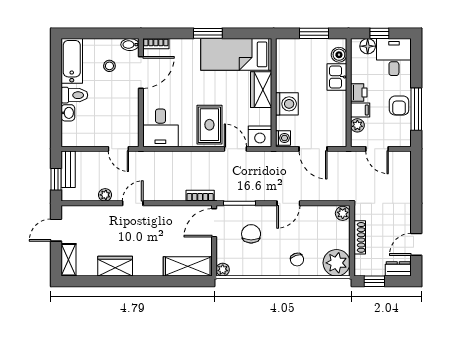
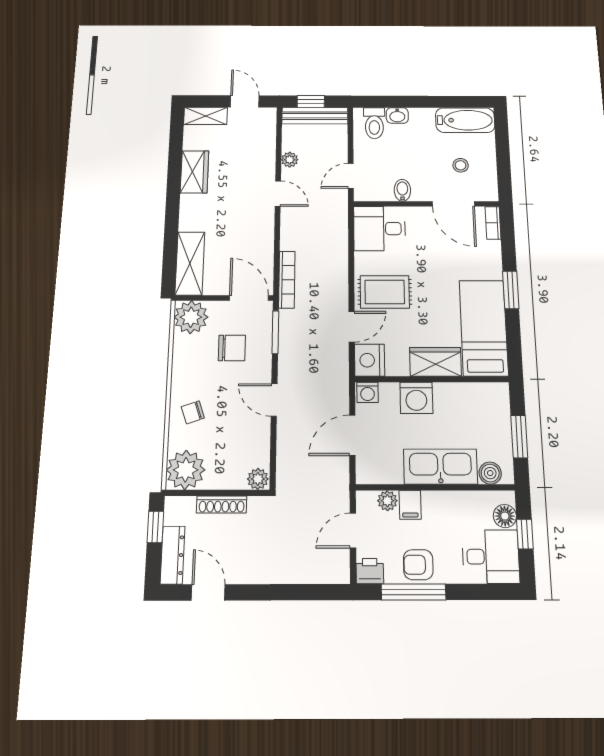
bidet: (130, 45) -> (402, 190), moved
kitchen sink: (337, 77) -> (440, 467), width x1.88, depth x1.24
printer: (359, 93) -> (370, 571), moved, turned 180
toilet: (74, 95) -> (374, 123), moved
bench: (68, 169) -> (315, 116), width x1.36
bookcase: (200, 196) -> (287, 280), width x1.56
dresser: (398, 269) -> (173, 555), width x1.44
plant: (223, 270) -> (191, 317), width x1.87, depth x1.87

